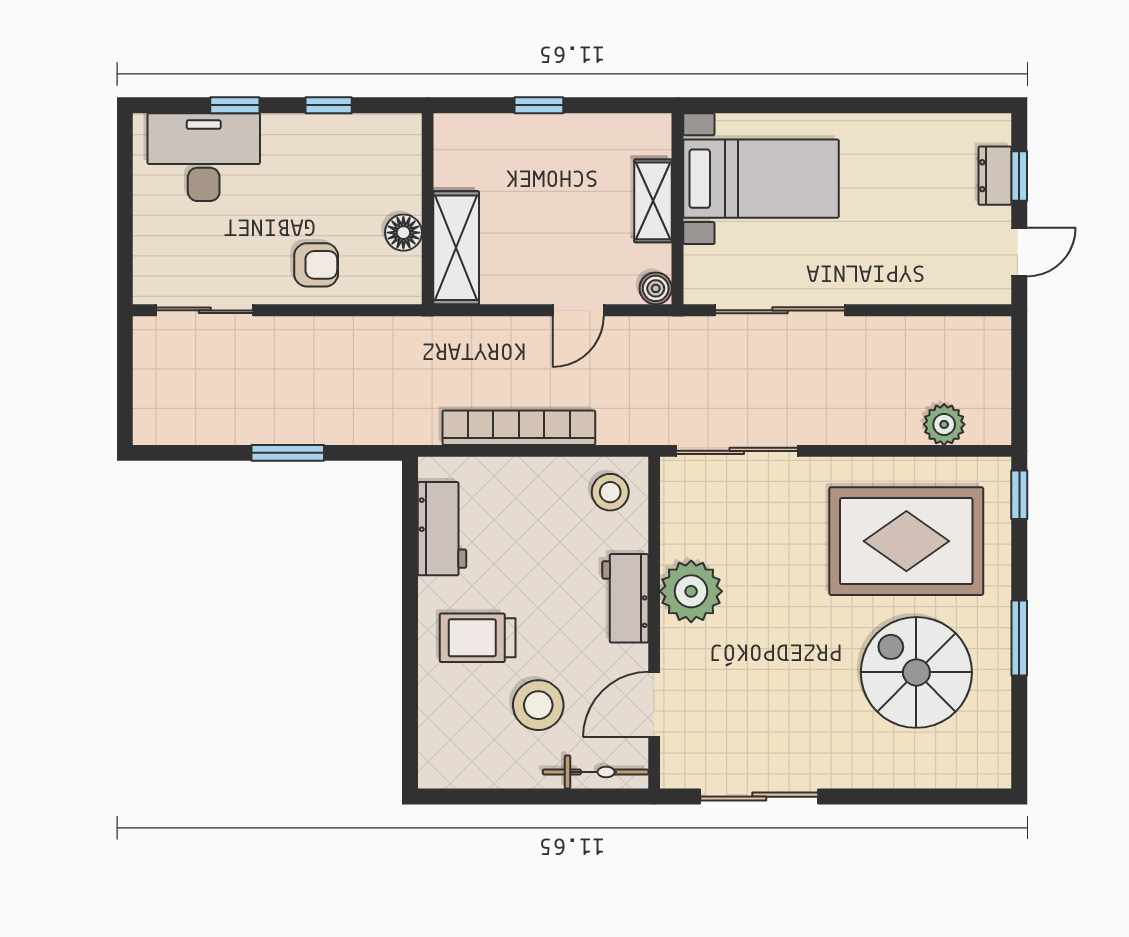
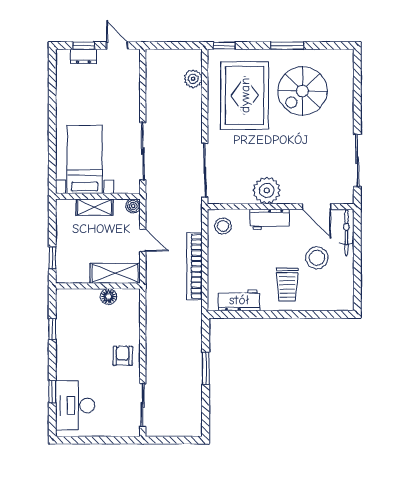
window: (329, 105) -> (52, 329), moved
wall: (428, 209) -> (98, 286), moved
floor lamp: (403, 233) -> (108, 297), moved
shelving: (456, 248) -> (115, 273), moved

